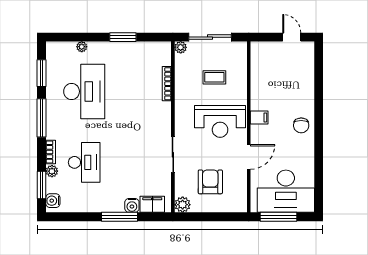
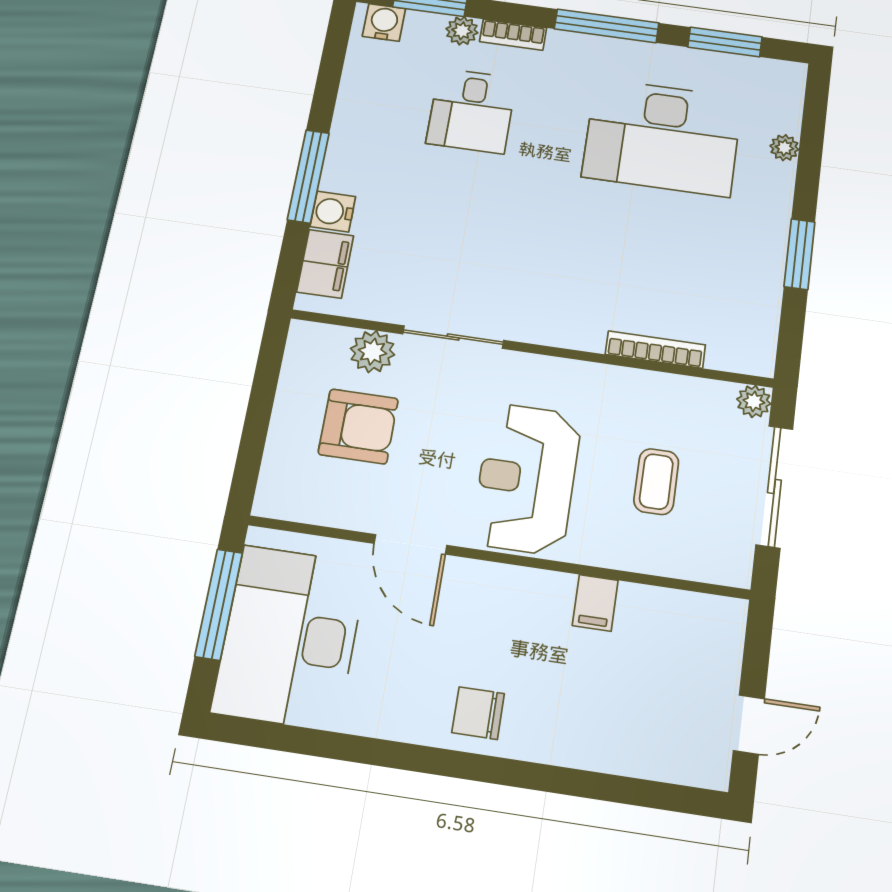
filing cabinet: (259, 117) -> (595, 603), moved
desk: (84, 162) -> (471, 111), width x0.73
plant: (183, 205) -> (372, 352), moved

